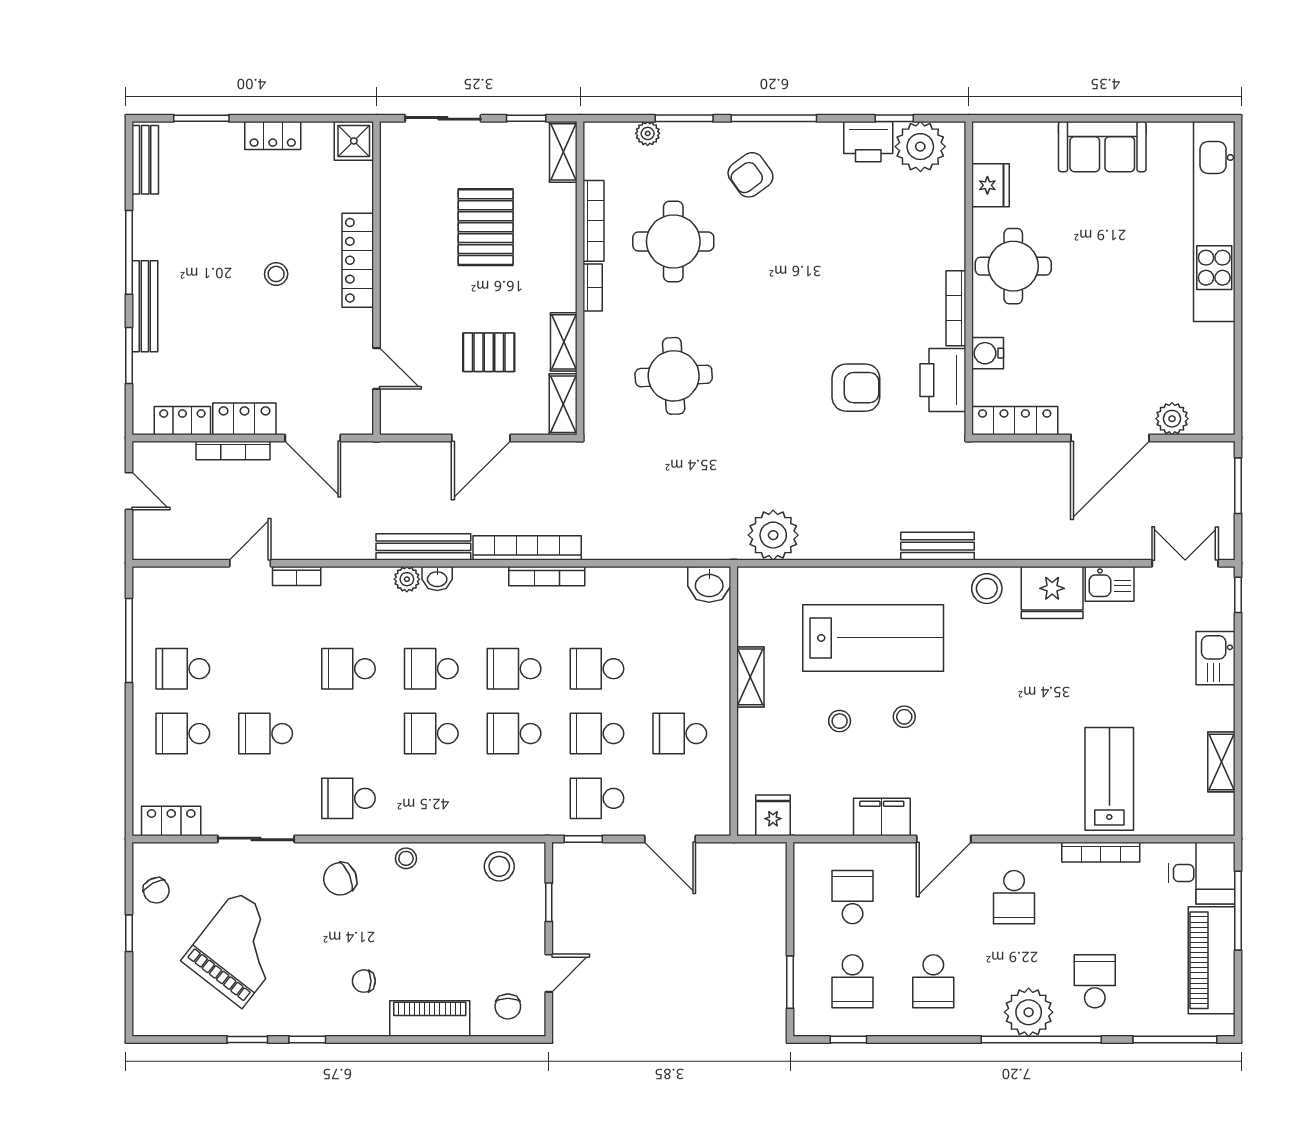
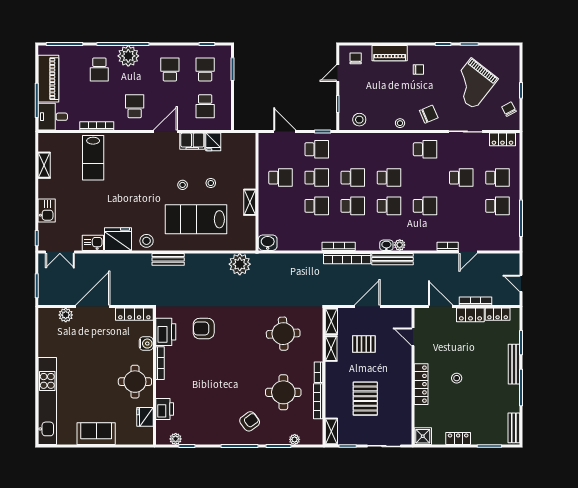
printer: (868, 142) -> (165, 409), moved, turned 90
plant: (920, 147) -> (176, 439), width x0.53, depth x0.53
fridge: (773, 815) -> (213, 142), moved

